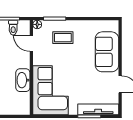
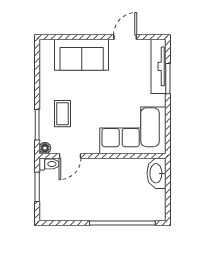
toilet: (13, 28) -> (49, 164), moved
washbasin: (23, 80) -> (156, 173), moved, turned 90

